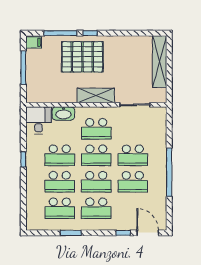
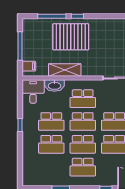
filing cabinet: (34, 42) -> (29, 66), moved
shelving: (96, 95) -> (65, 70), moved
school desk: (60, 208) -> (51, 167), removed

